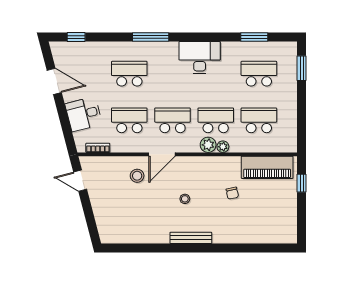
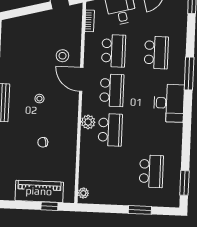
window: (254, 37) -> (184, 183), moved
desk: (200, 58) -> (169, 103), moved
window: (302, 68) -> (140, 210), moved
school desk: (259, 120) -> (109, 169), removed
plant: (223, 147) -> (83, 193), moved
piano: (267, 167) -> (39, 191), moved, turned 90

